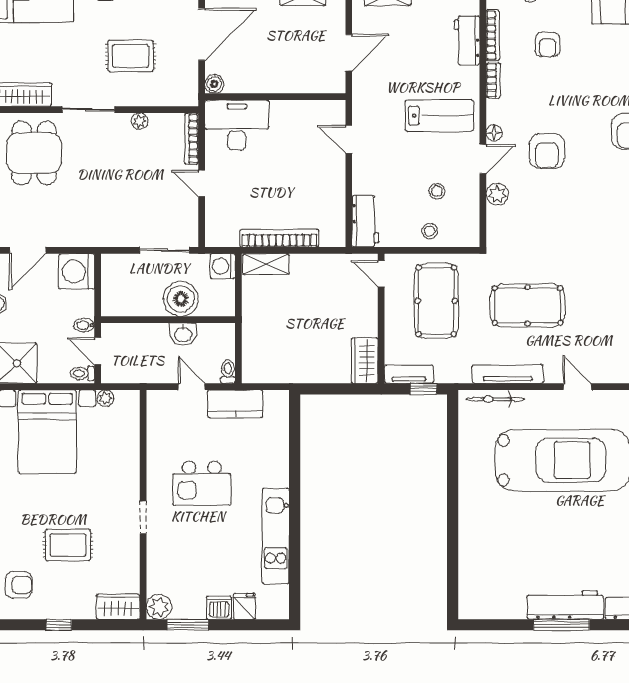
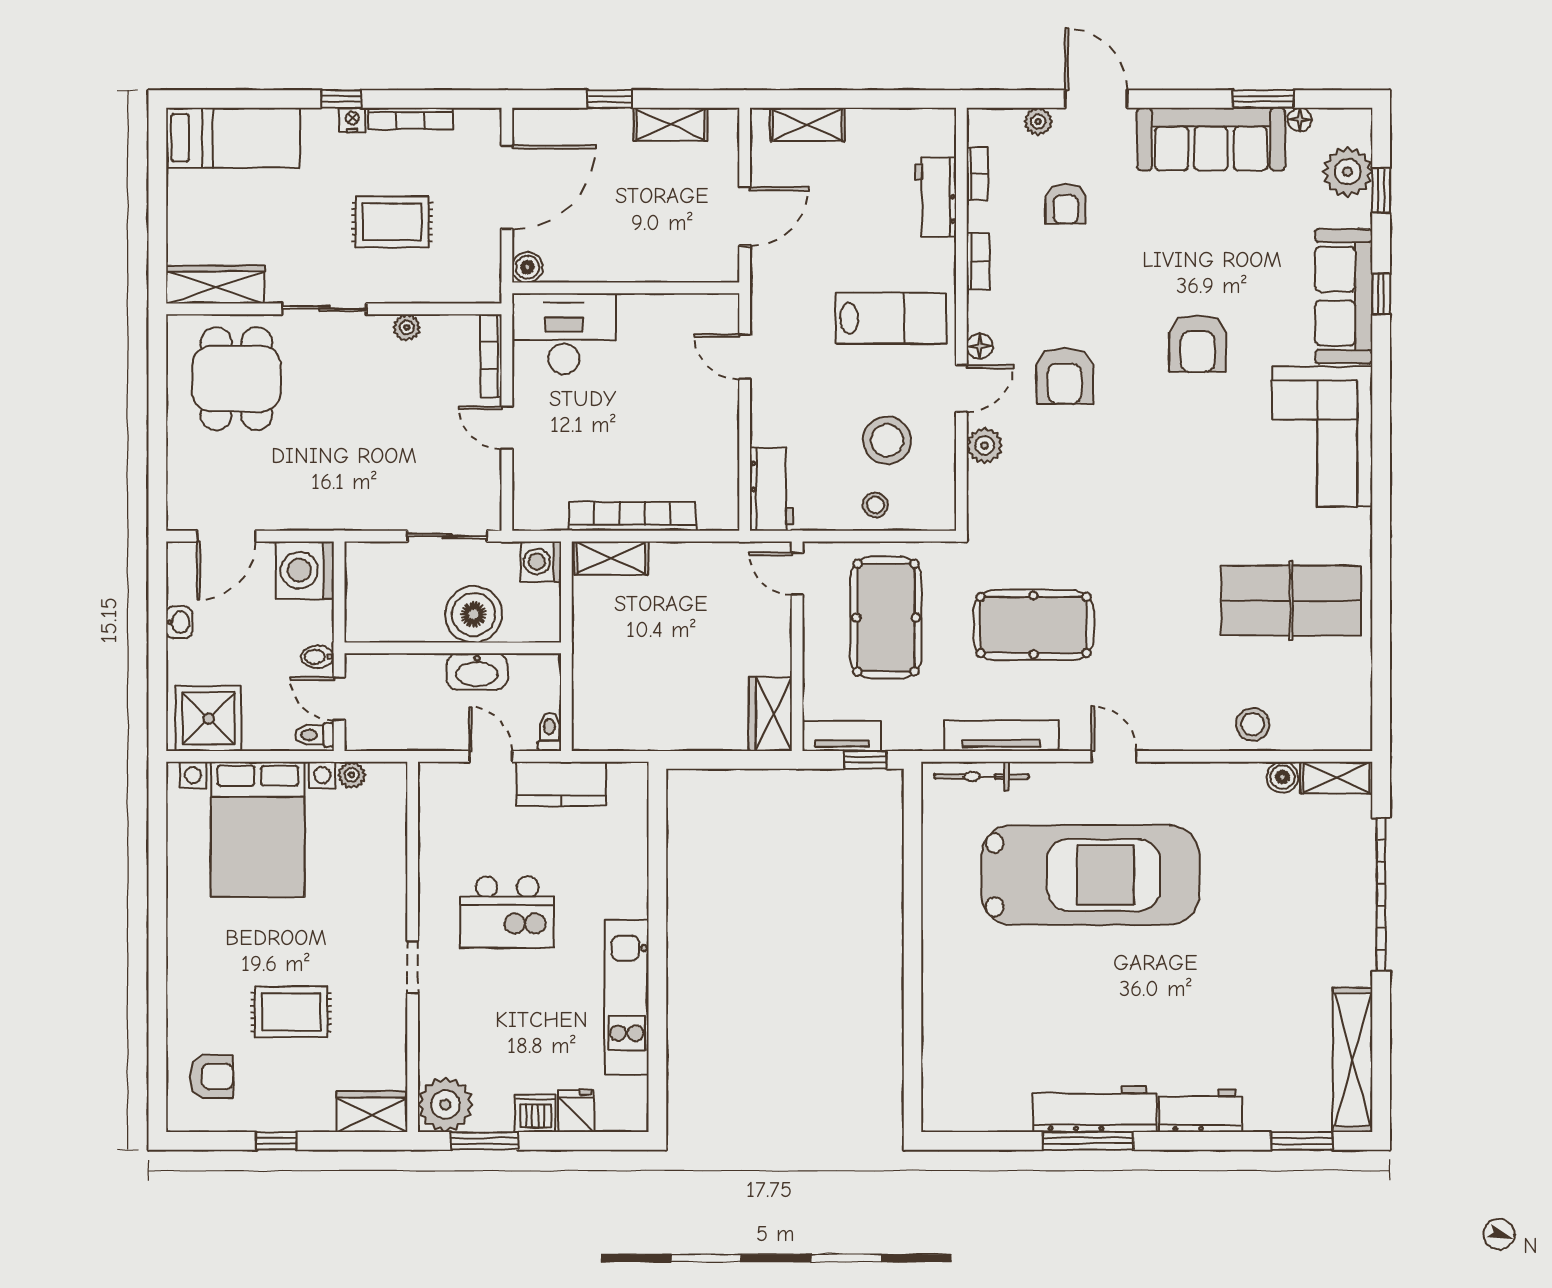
bookcase: (493, 35) -> (977, 174), width x0.64
stool: (437, 191) -> (887, 440), width x1.89, depth x1.89
washbasin: (183, 334) -> (477, 672), width x1.38
plant: (159, 607) -> (445, 1105), width x1.36, depth x1.36

